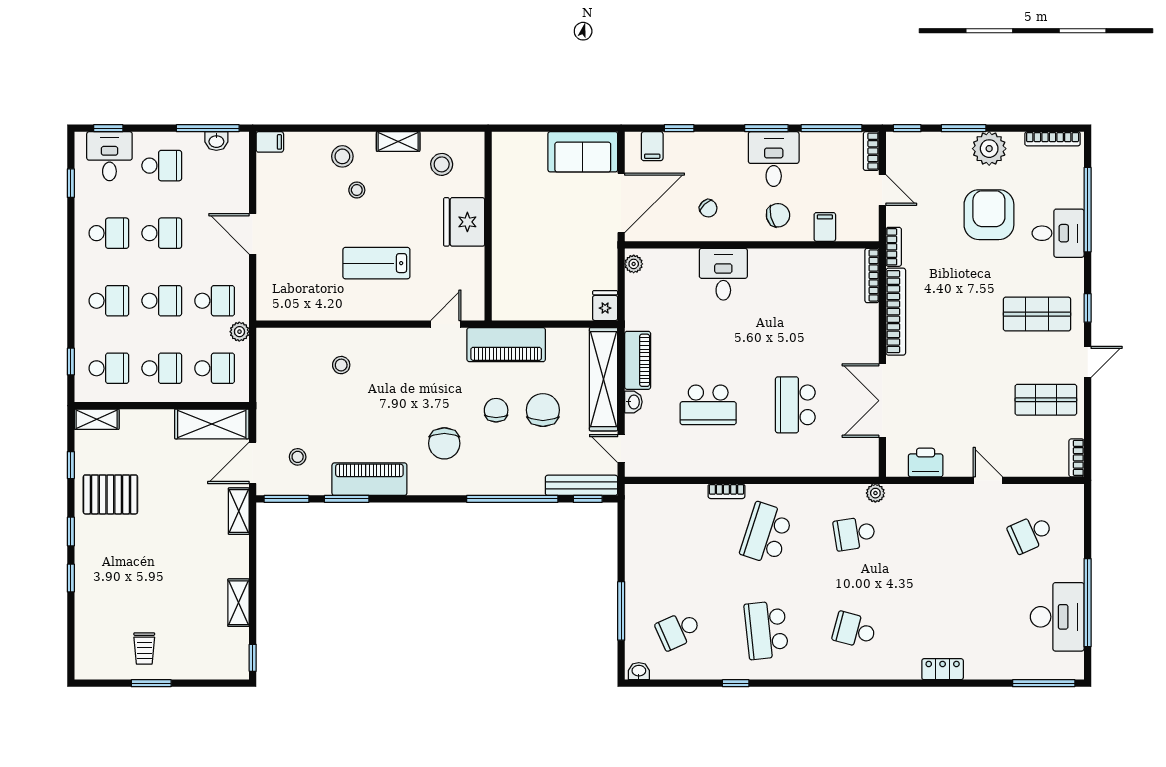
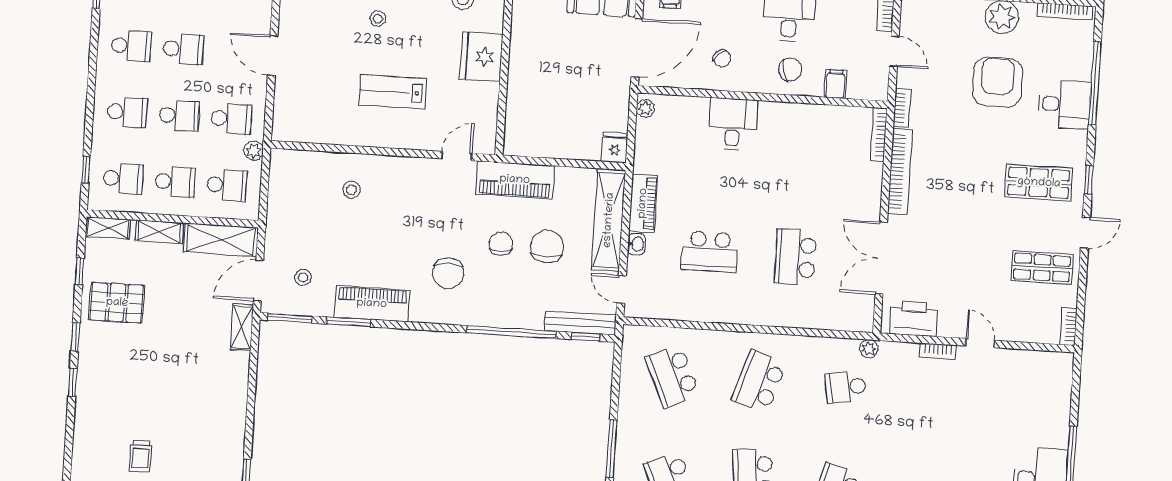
printer: (926, 463) -> (914, 319), width x1.37, depth x1.19
bookcase: (726, 491) -> (938, 351), moved
school desk: (1030, 533) -> (672, 376), moved, width x1.85
shelving: (238, 603) -> (159, 232), moved, turned 90

